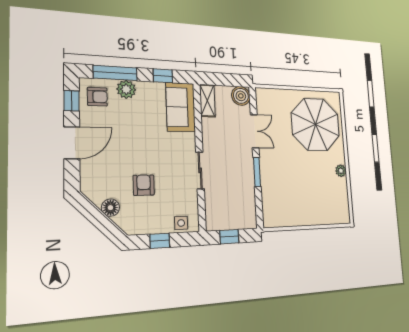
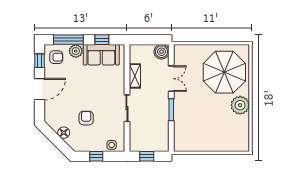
shelving: (207, 101) -> (135, 76), moved
sofa: (181, 107) -> (101, 55), moved, turned -90
plant: (341, 171) -> (240, 105), width x1.88, depth x1.88

